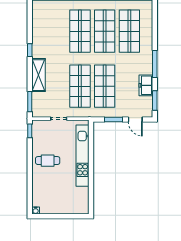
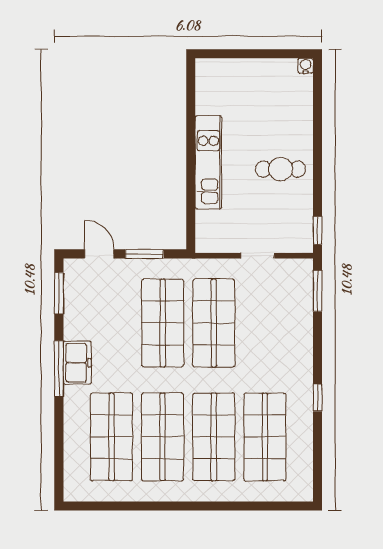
shop shelf: (55, 31) -> (265, 437), added
shelving: (39, 75) -> (299, 346), removed
freezer: (146, 85) -> (77, 363), moved
kitchen unit: (83, 156) -> (208, 162), width x0.73

